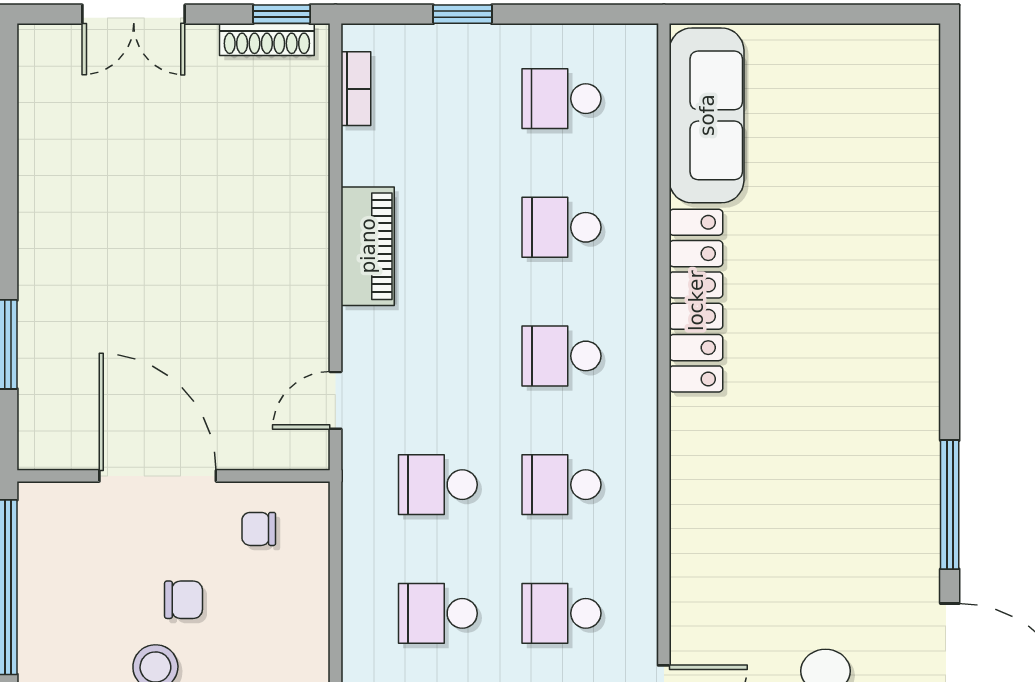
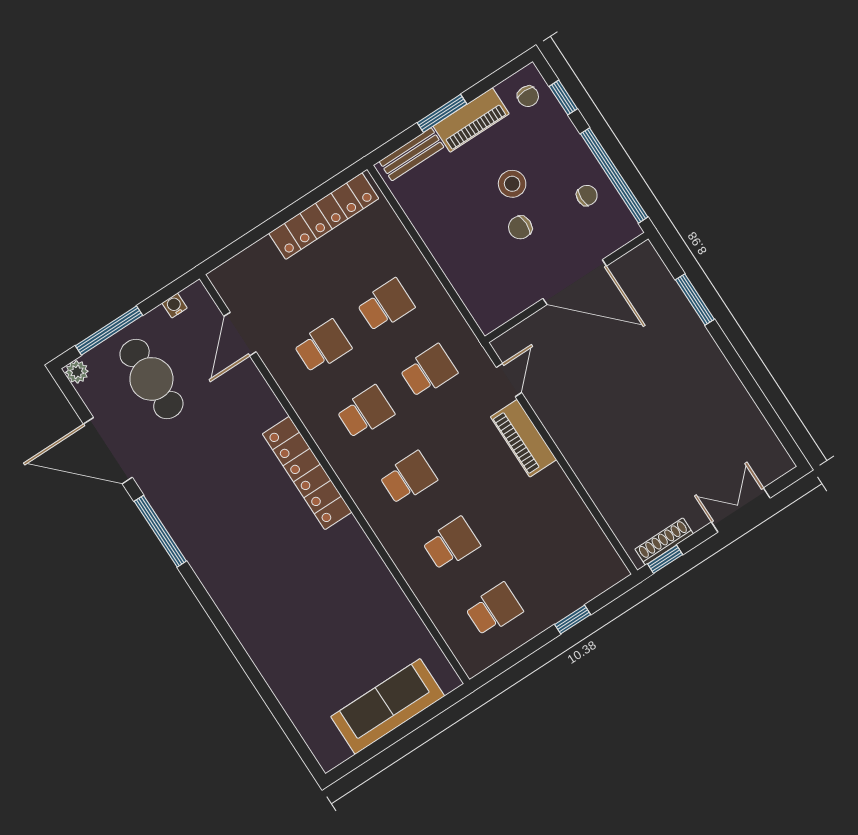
bookcase: (356, 89) -> (602, 546), removed
sofa: (707, 115) -> (388, 706), moved, turned 90
piano: (368, 246) -> (524, 438), moved
locker: (696, 301) -> (307, 473), moved
chair: (259, 529) -> (587, 195), moved

